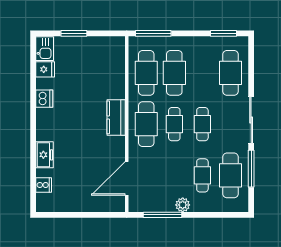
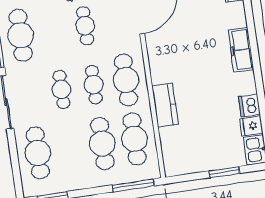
dishwasher: (44, 99) -> (249, 105), moved
kitchen counter: (116, 117) -> (165, 105), moved
freezer: (45, 155) -> (241, 50), moved, width x1.40
cafe table: (202, 175) -> (85, 26), moved

